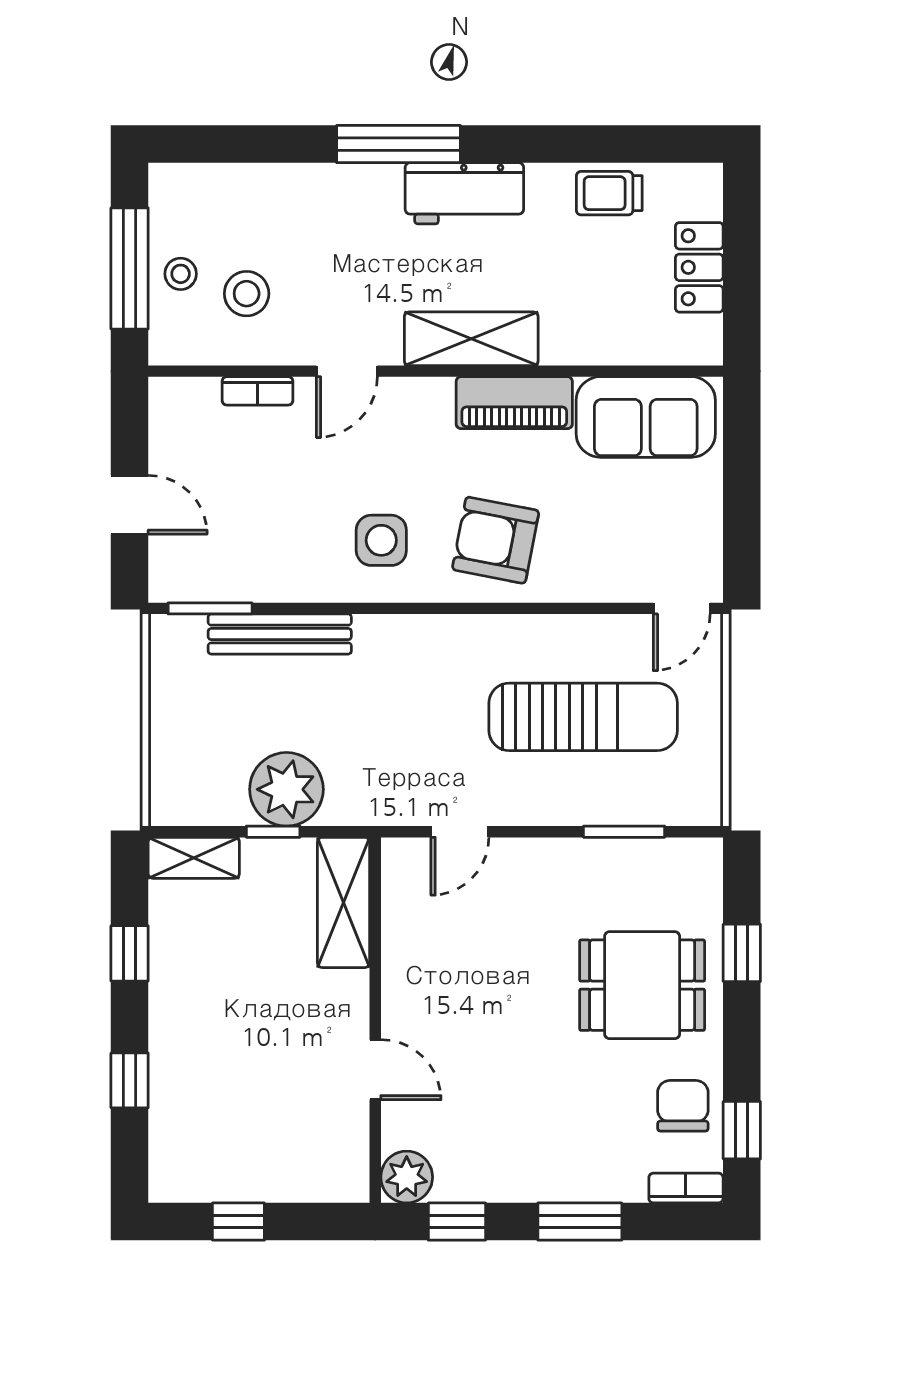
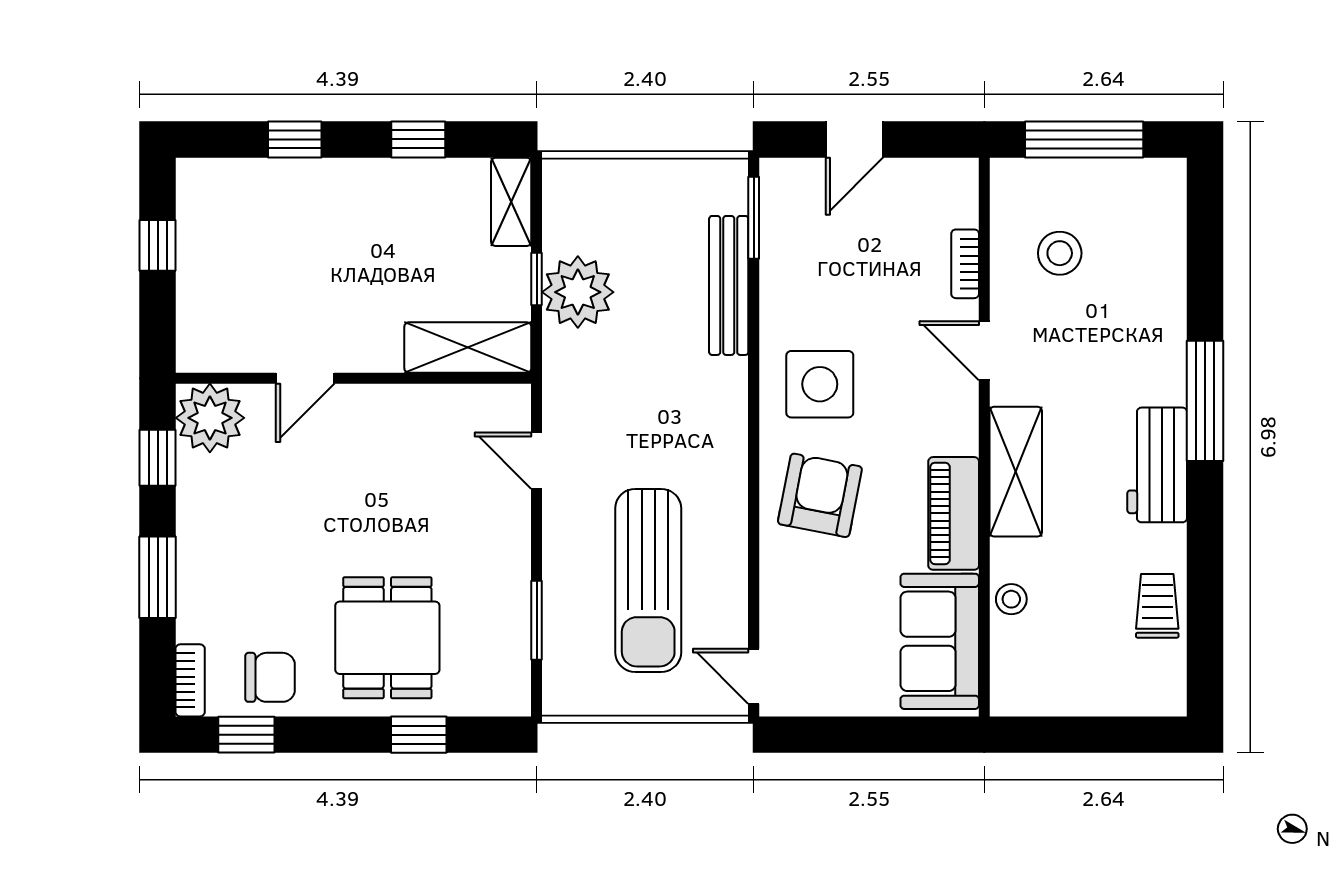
locker: (699, 267) -> (1085, 693), removed
stool: (181, 274) -> (1011, 599), moved
side table: (381, 540) -> (820, 384), width x1.37, depth x1.37
plant: (407, 1177) -> (210, 418), width x1.36, depth x1.36

